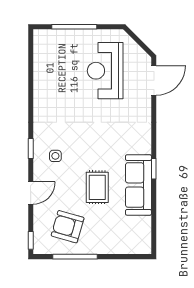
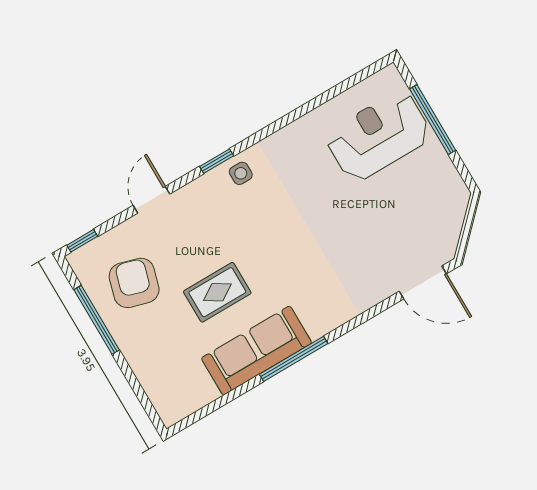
reception desk: (105, 71) -> (378, 136), moved
side table: (55, 156) -> (241, 173), moved
window: (154, 169) -> (294, 359), width x2.17
door: (31, 193) -> (151, 200), swing flipped

